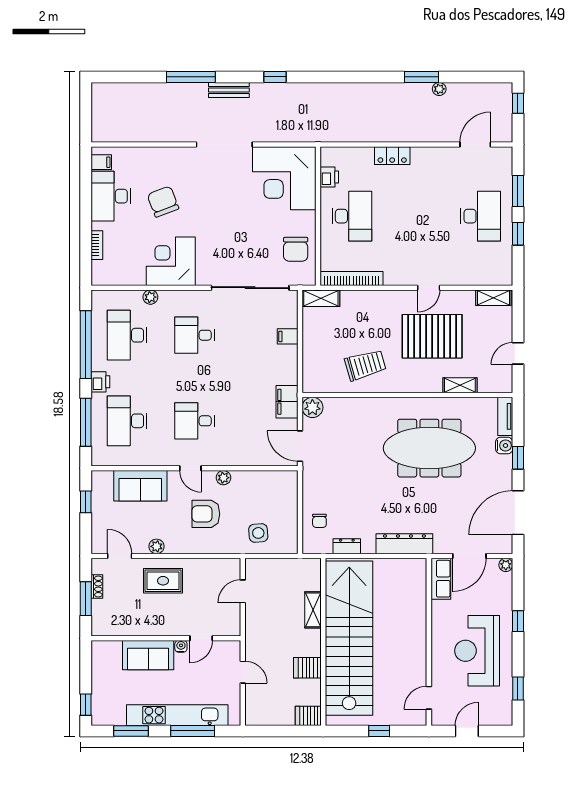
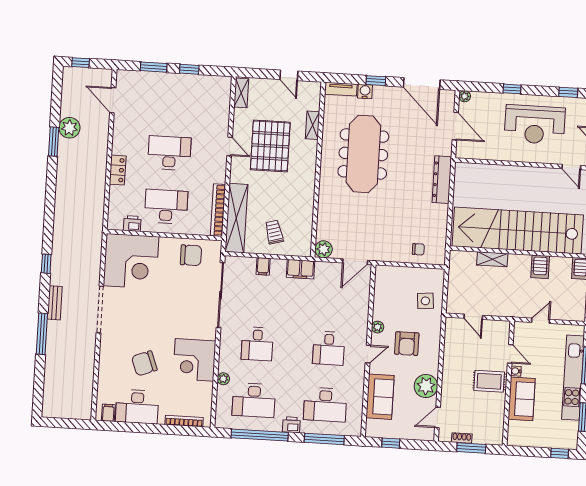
plant: (439, 89) -> (69, 128), width x1.87, depth x1.87
desk: (481, 216) -> (169, 153), moved
bookcase: (97, 245) -> (184, 421), width x1.56
shelving: (321, 298) -> (236, 218), width x2.20, depth x1.33
trolley: (365, 365) -> (274, 232), moved, width x0.73, depth x0.72
filing cabinet: (287, 402) -> (300, 269), moved
plant: (157, 546) -> (426, 386), width x1.88, depth x1.88
dresser: (347, 546) -> (441, 228), removed
row of seats: (441, 579) -> (473, 151), removed
rug: (163, 581) -> (489, 381), moved, turned 90

